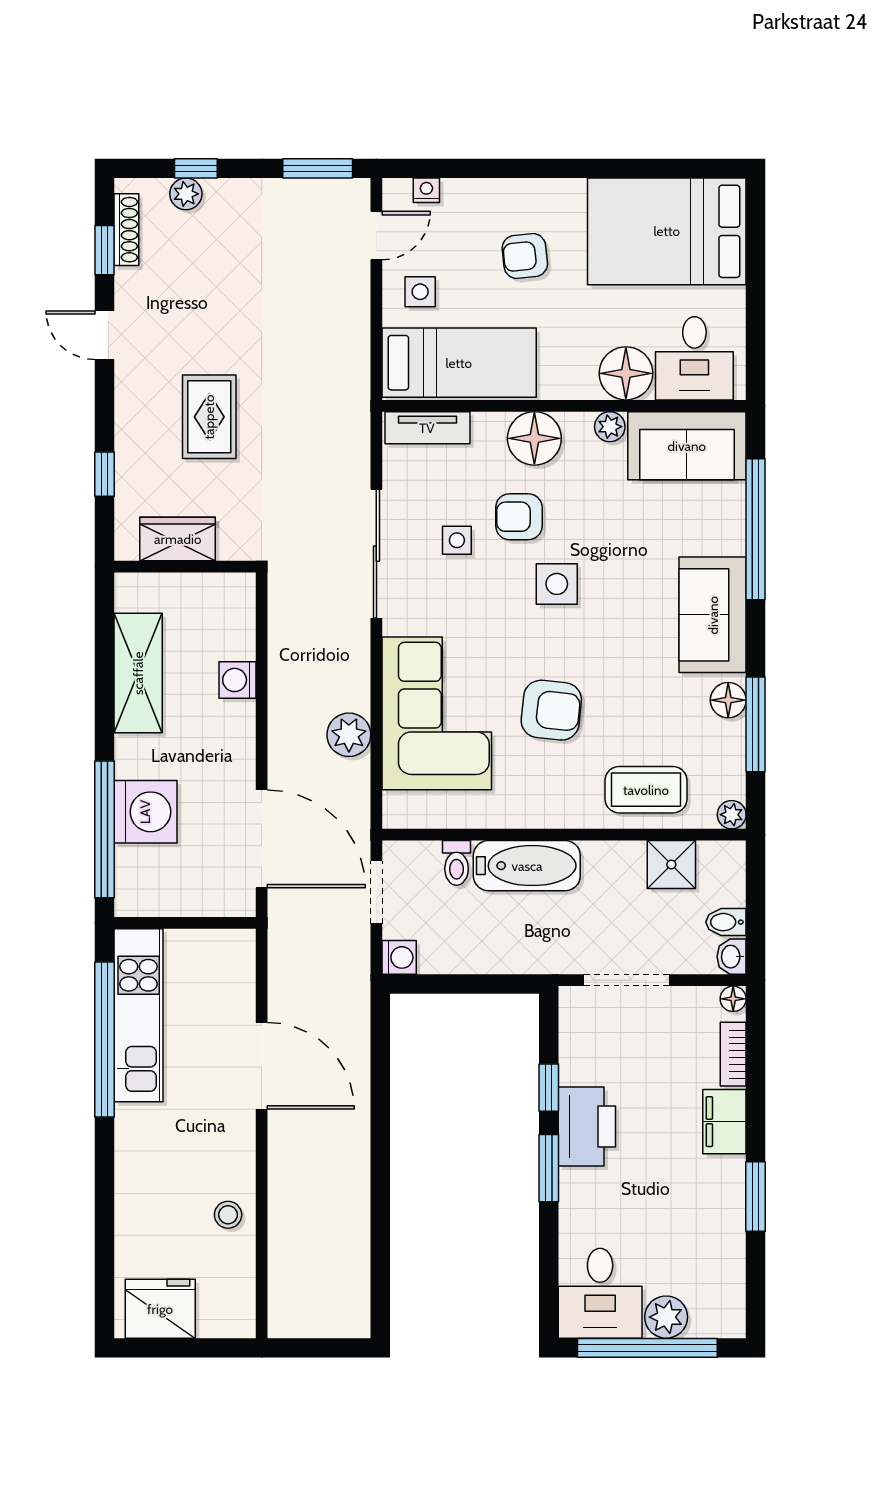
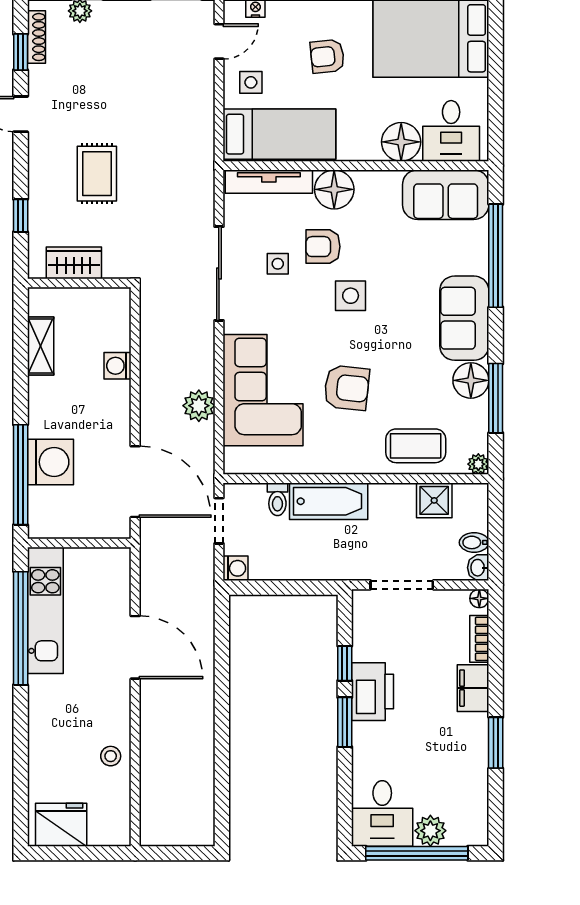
plant: (610, 427) -> (389, 181), removed
tv unit: (427, 428) -> (269, 182), width x1.41
shelving: (138, 673) -> (41, 346), width x0.67, depth x0.75
floor lamp: (728, 700) -> (471, 380), width x1.38, depth x1.38

